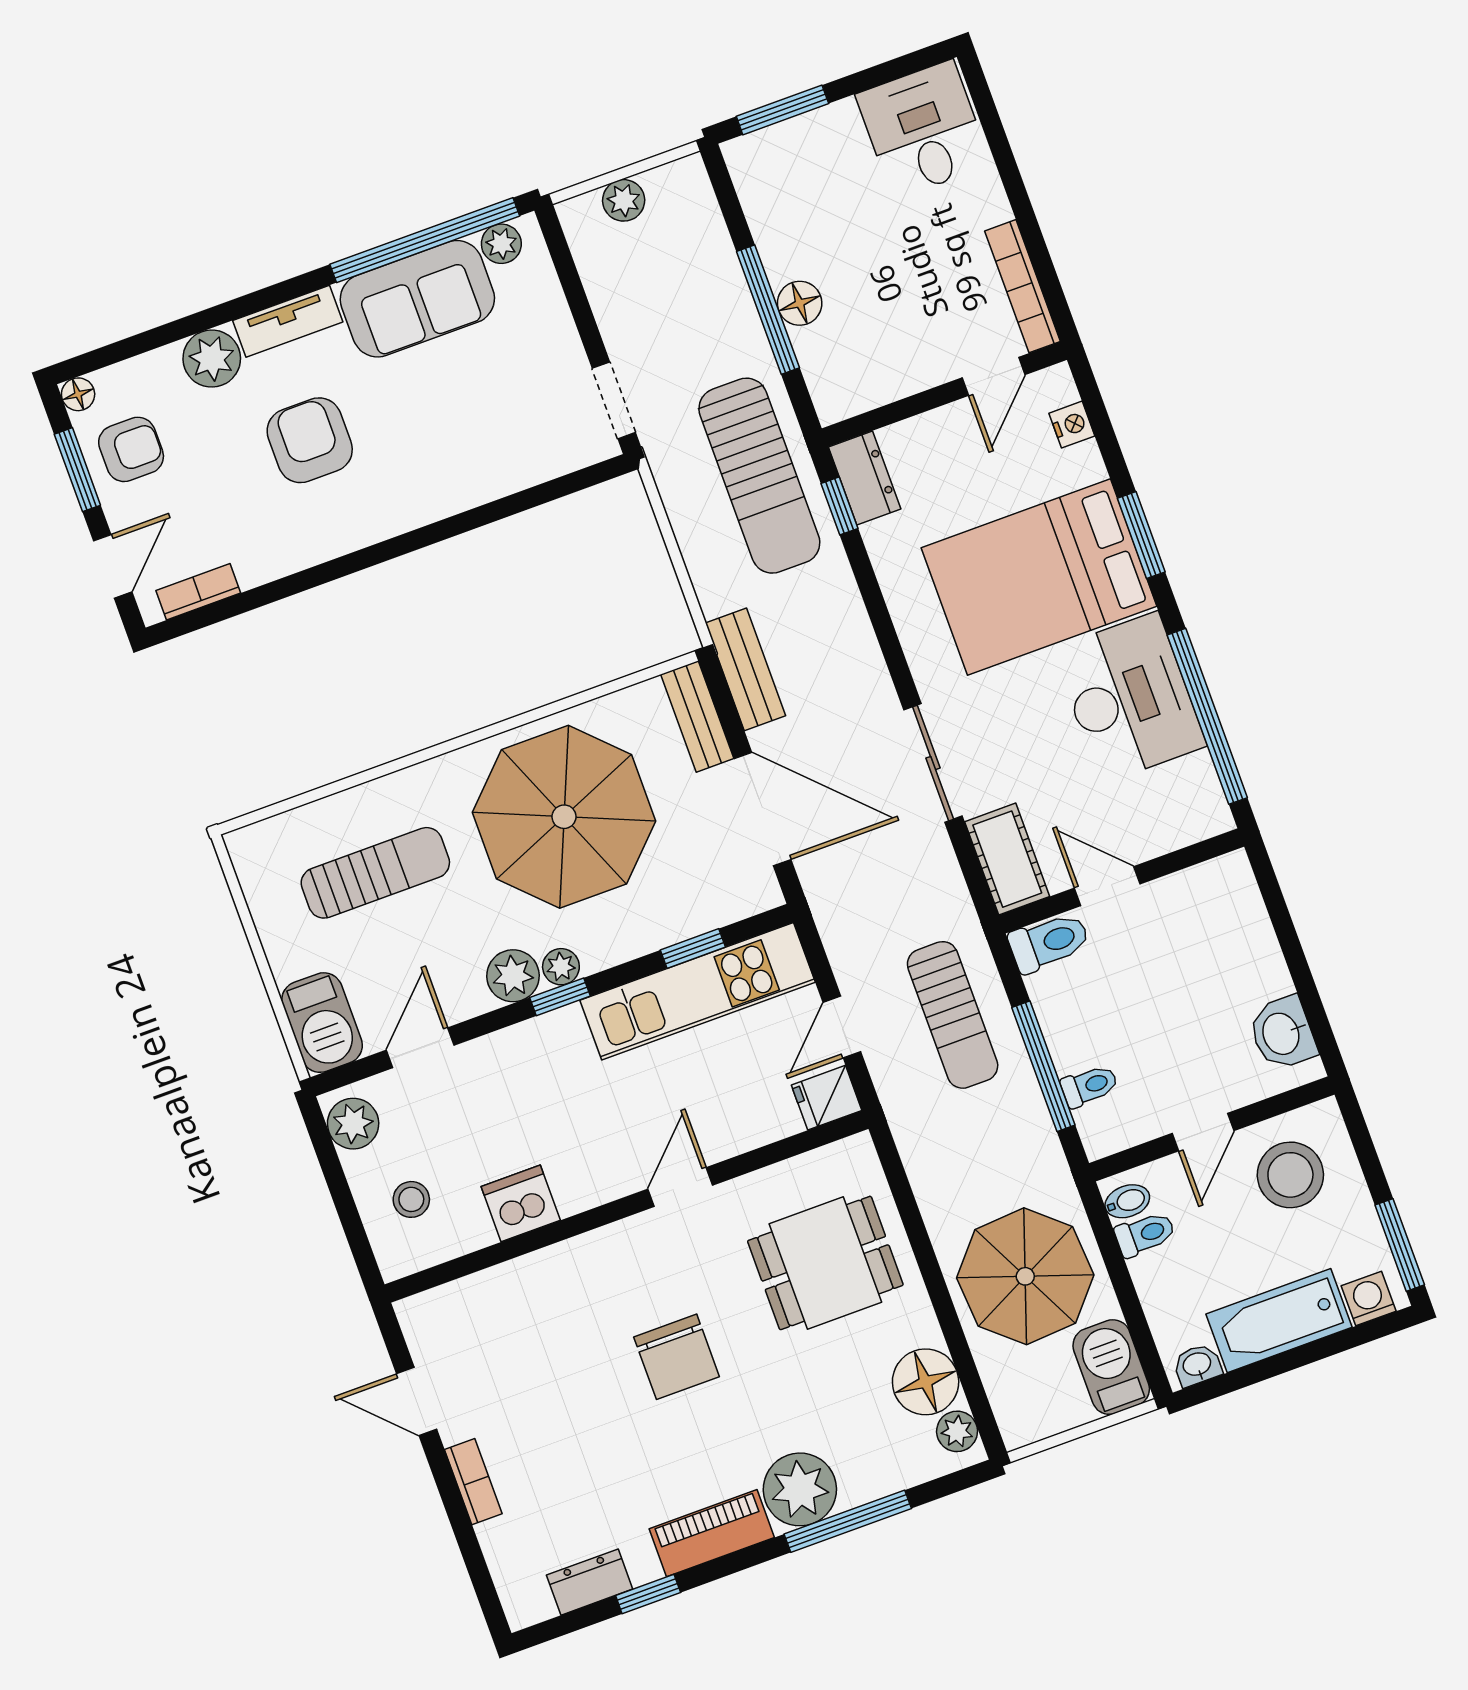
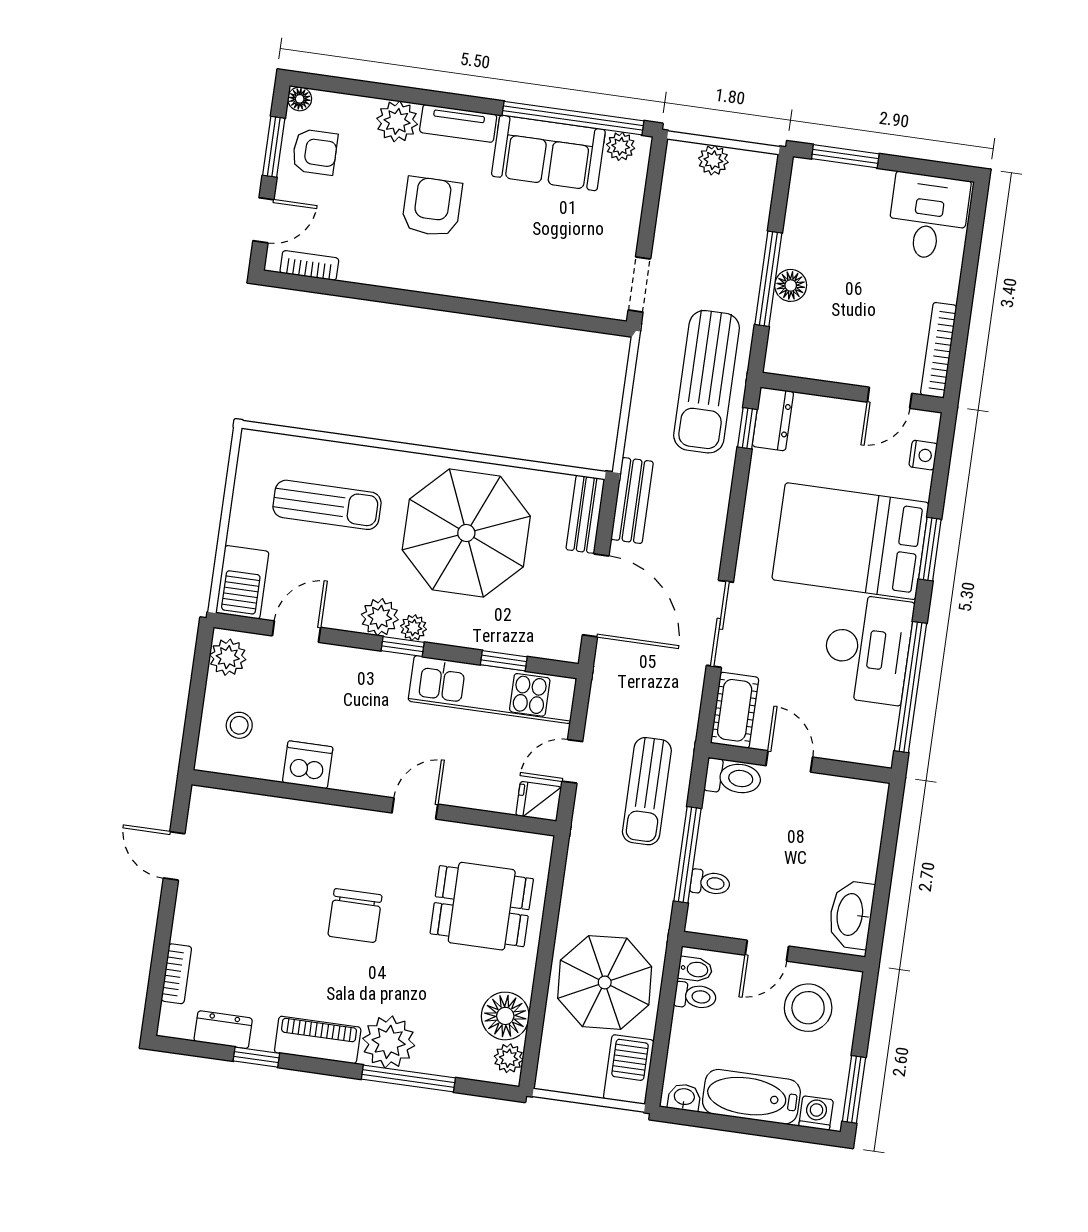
washbasin: (1282, 1033) -> (851, 915), width x1.38
bookcase: (473, 1482) -> (176, 974), moved

